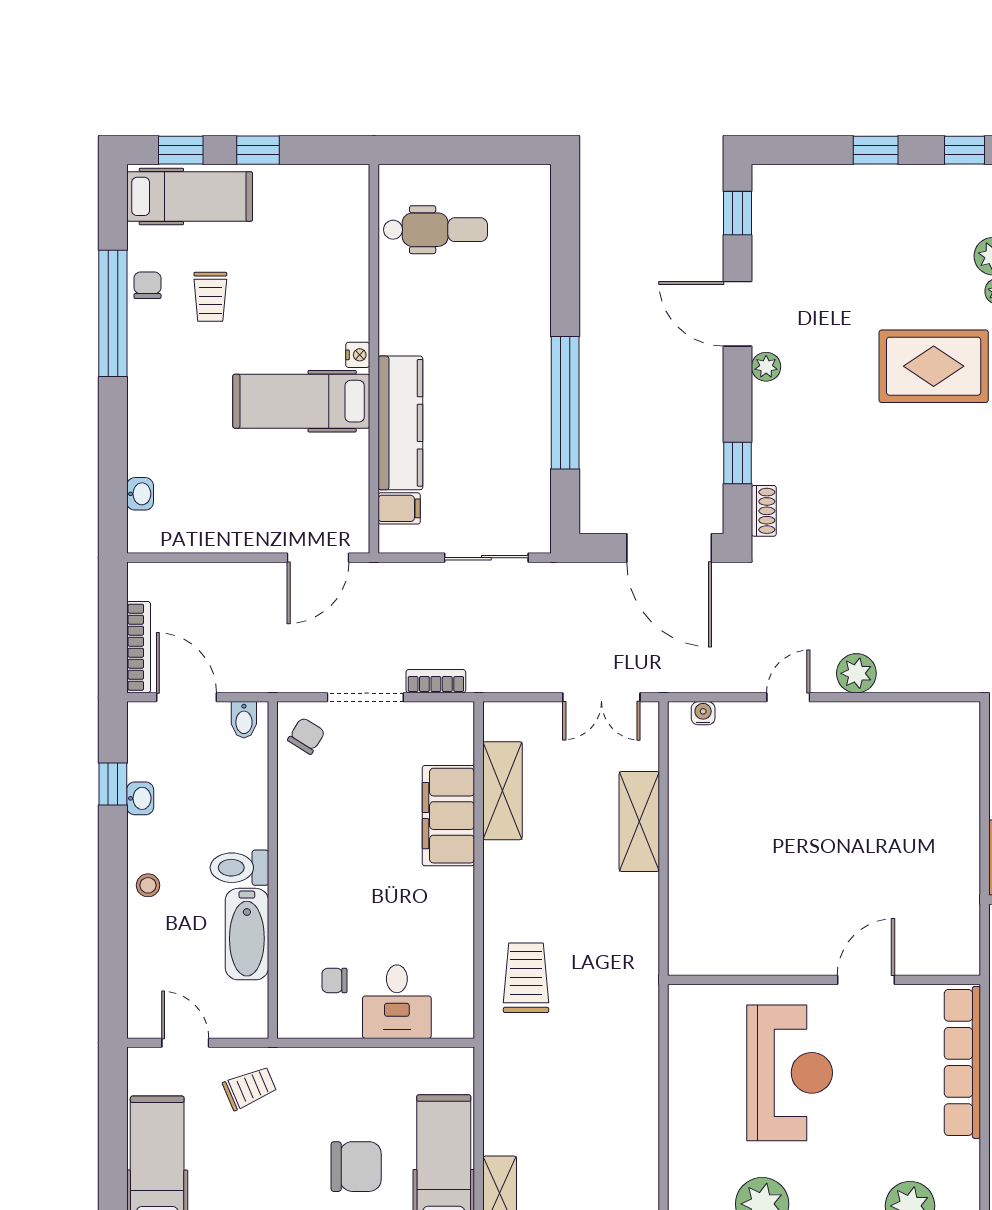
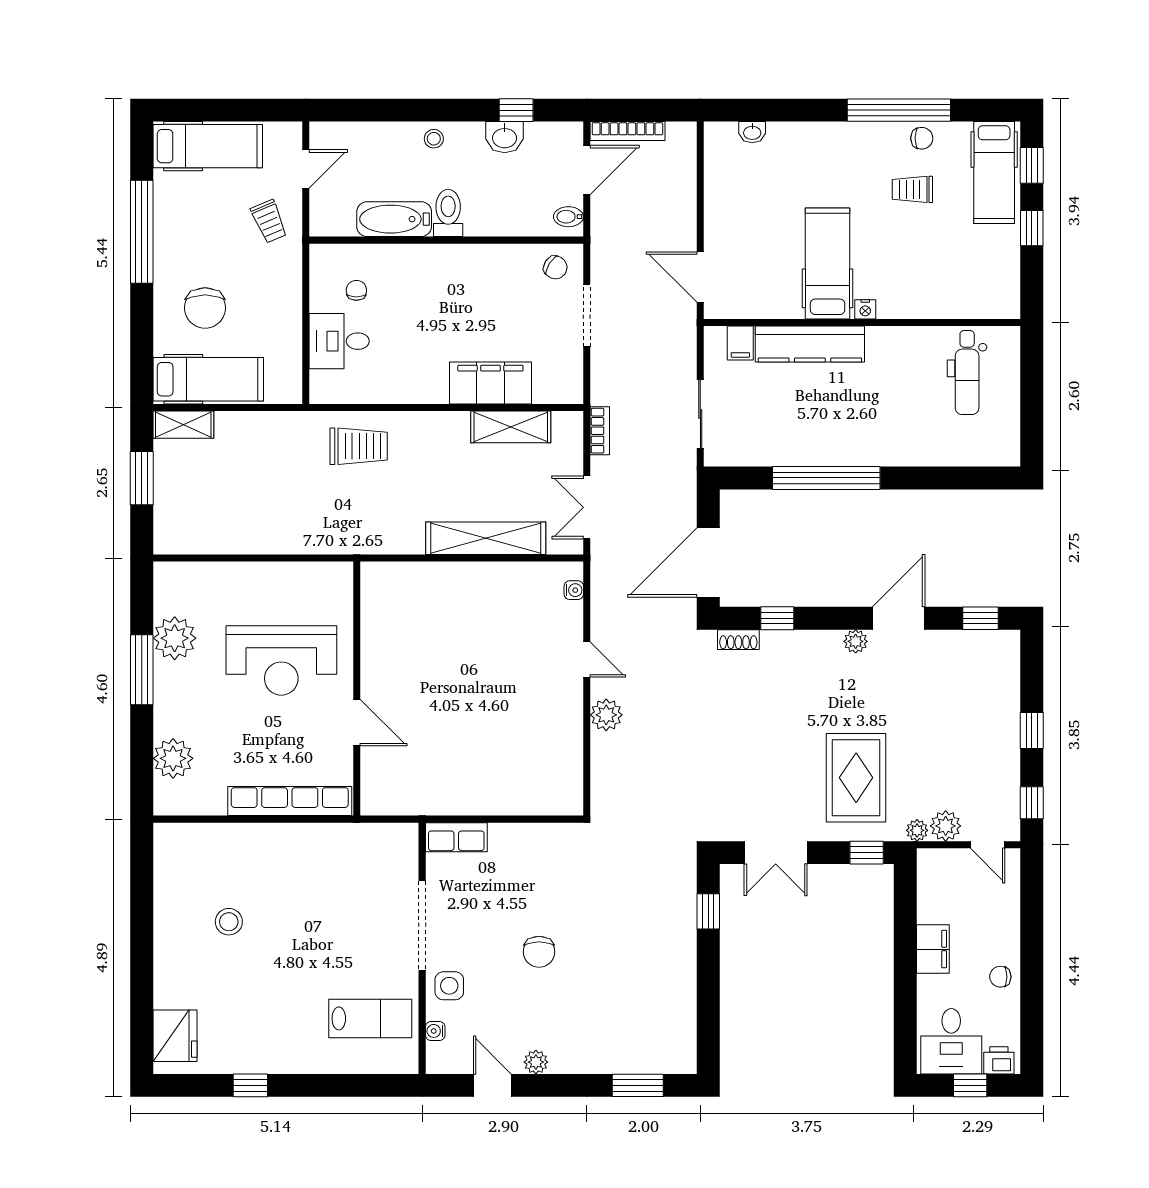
bookcase: (436, 681) -> (600, 431), moved
washbasin: (140, 798) -> (505, 137), width x1.38, depth x1.45
shelving: (639, 821) -> (486, 538), width x1.47

